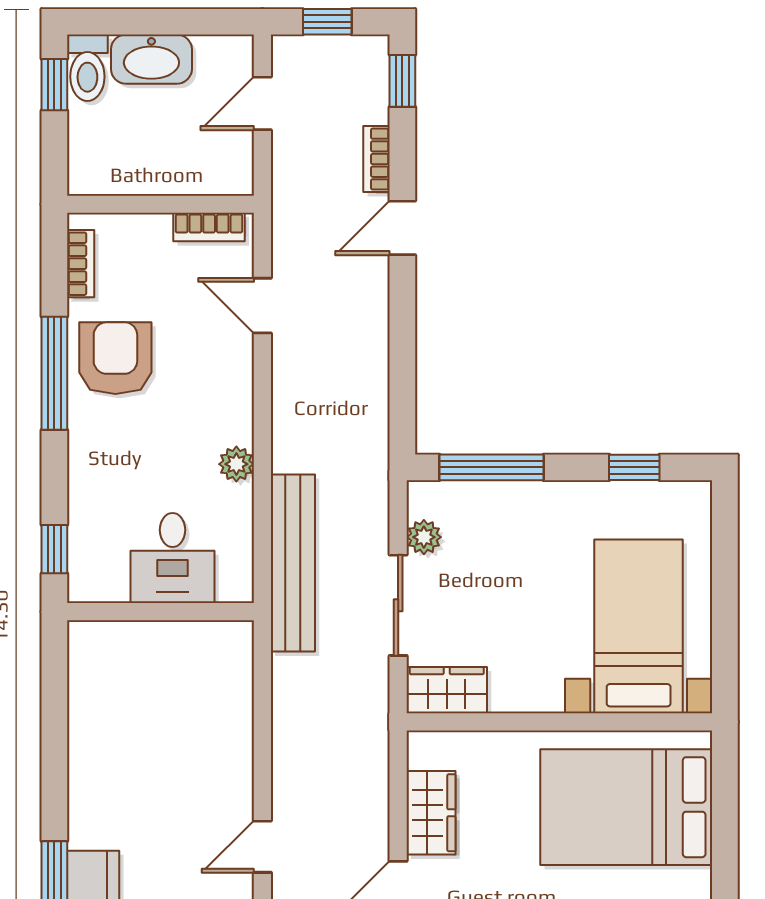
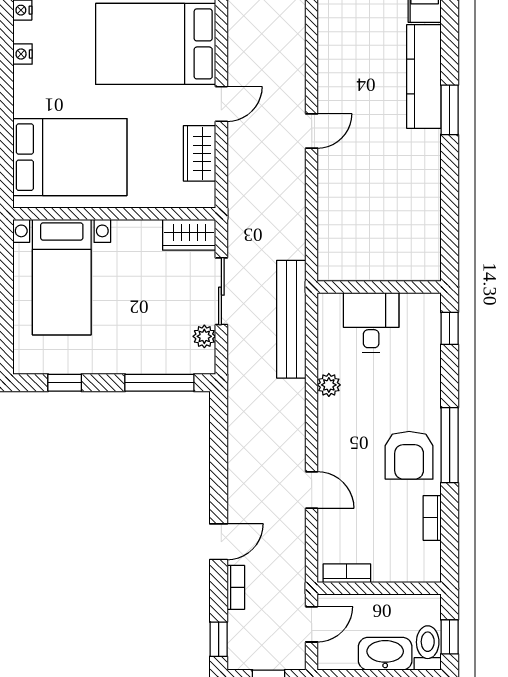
wall: (161, 204) -> (379, 588), moved
bookcase: (209, 227) -> (347, 573), moved

